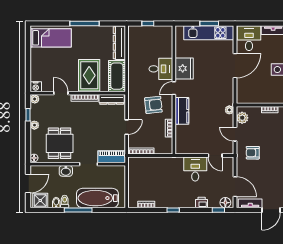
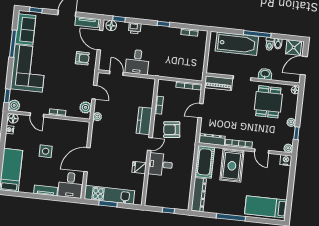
fridge: (184, 68) -> (139, 168), width x0.53, depth x0.75
armchair: (253, 153) -> (82, 58), moved

